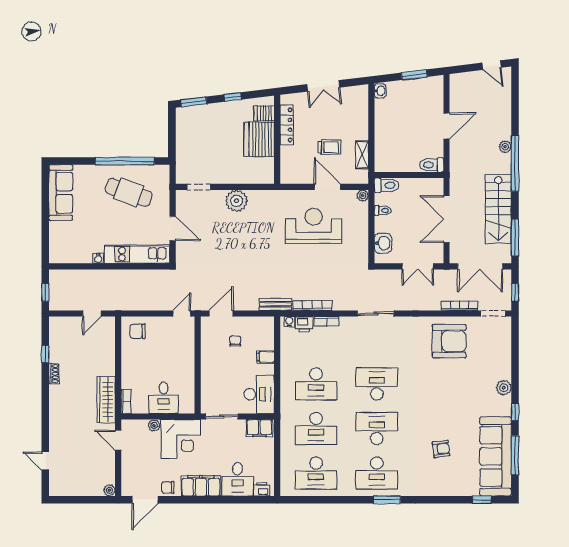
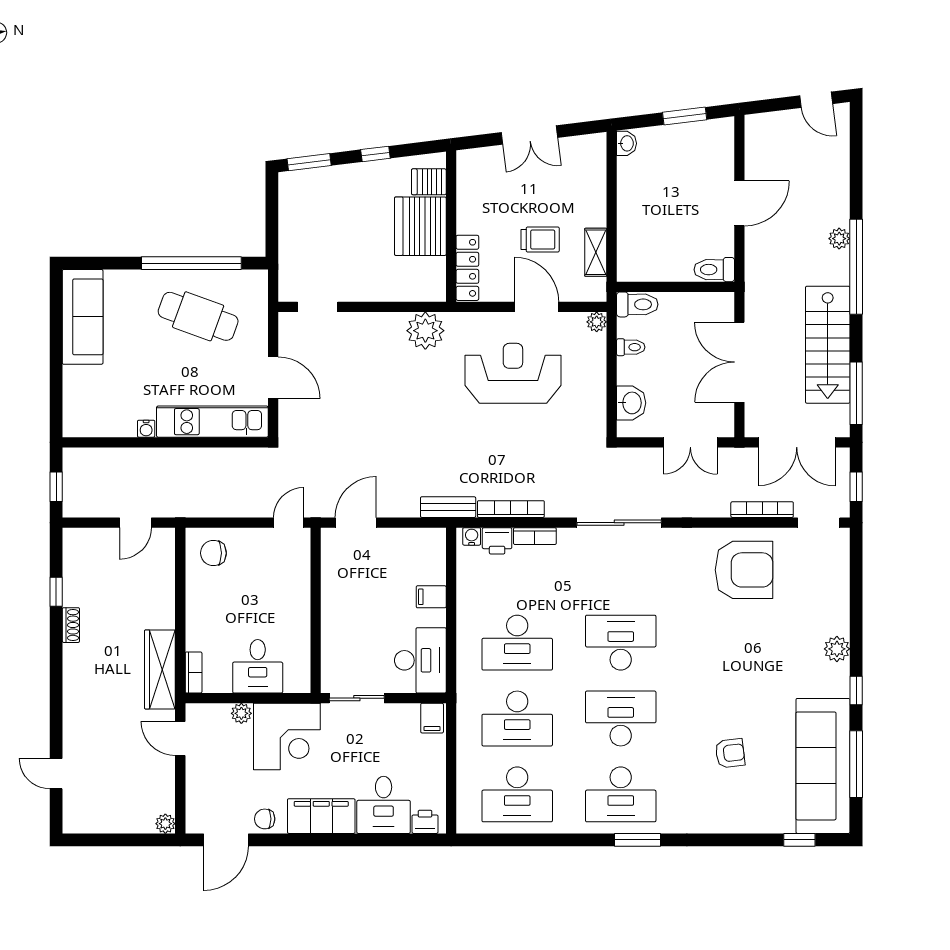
locker: (287, 125) -> (467, 268), moved
plant: (237, 201) -> (425, 331), moved
sliding door: (376, 313) -> (619, 523), width x1.37
chair: (235, 341) -> (380, 569), removed
filing cabinet: (259, 428) -> (432, 718), width x0.50

